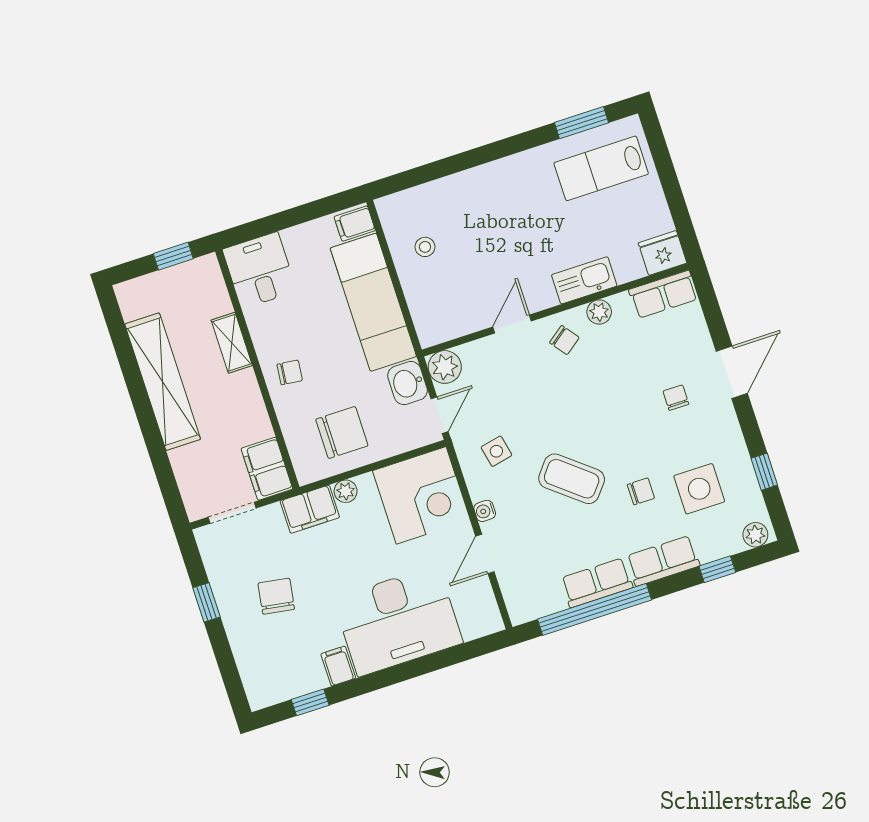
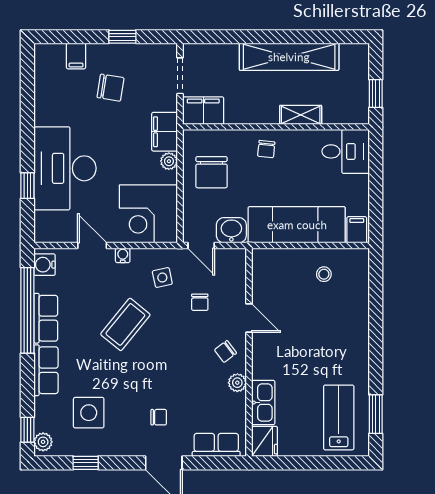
kitchen sink: (584, 280) -> (263, 403), moved
row of seats: (663, 294) -> (216, 445), moved, turned 90
plant: (445, 367) -> (234, 260), removed
chair: (641, 491) -> (200, 302), moved
window: (717, 569) -> (27, 430), moved
water cooler: (529, 607) -> (45, 265), added
filing cabinet: (338, 666) -> (76, 56), moved, turned 90
window: (310, 702) -> (27, 186), moved

